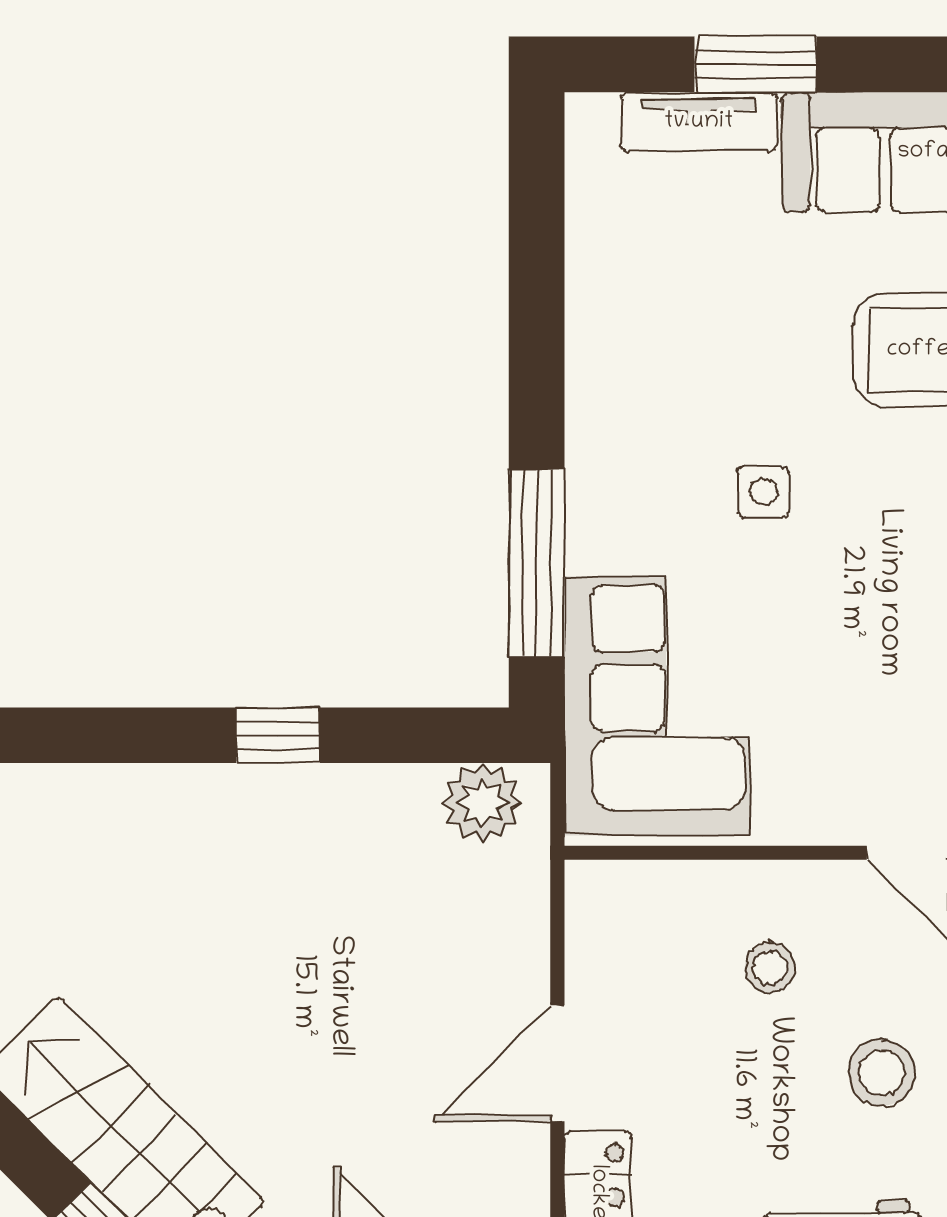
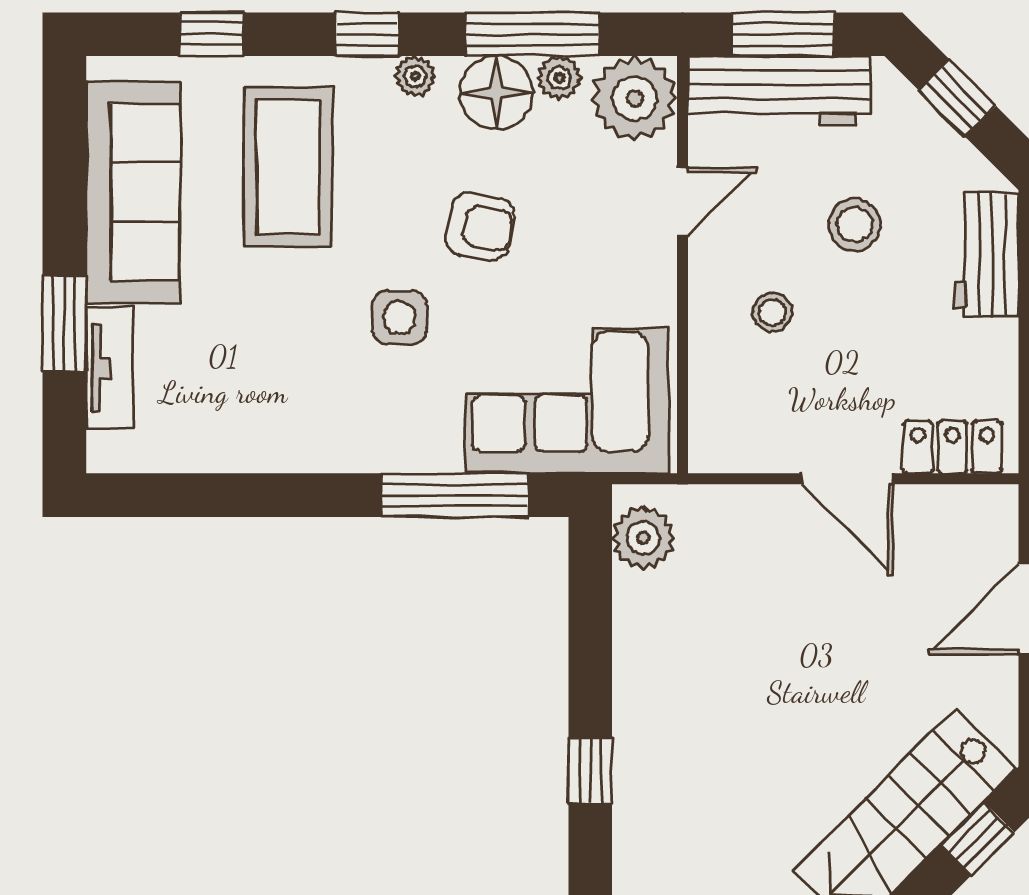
side table: (763, 492) -> (400, 317), width x1.37, depth x1.37
armchair: (879, 595) -> (480, 227), added
window: (278, 735) -> (590, 771), moved

